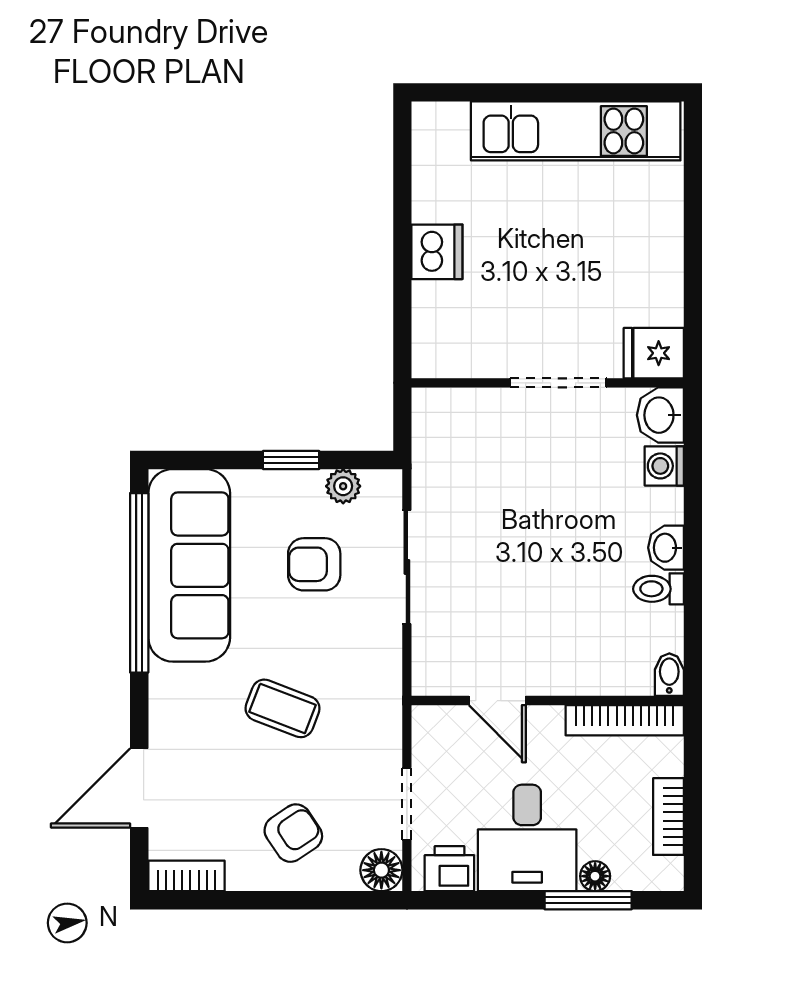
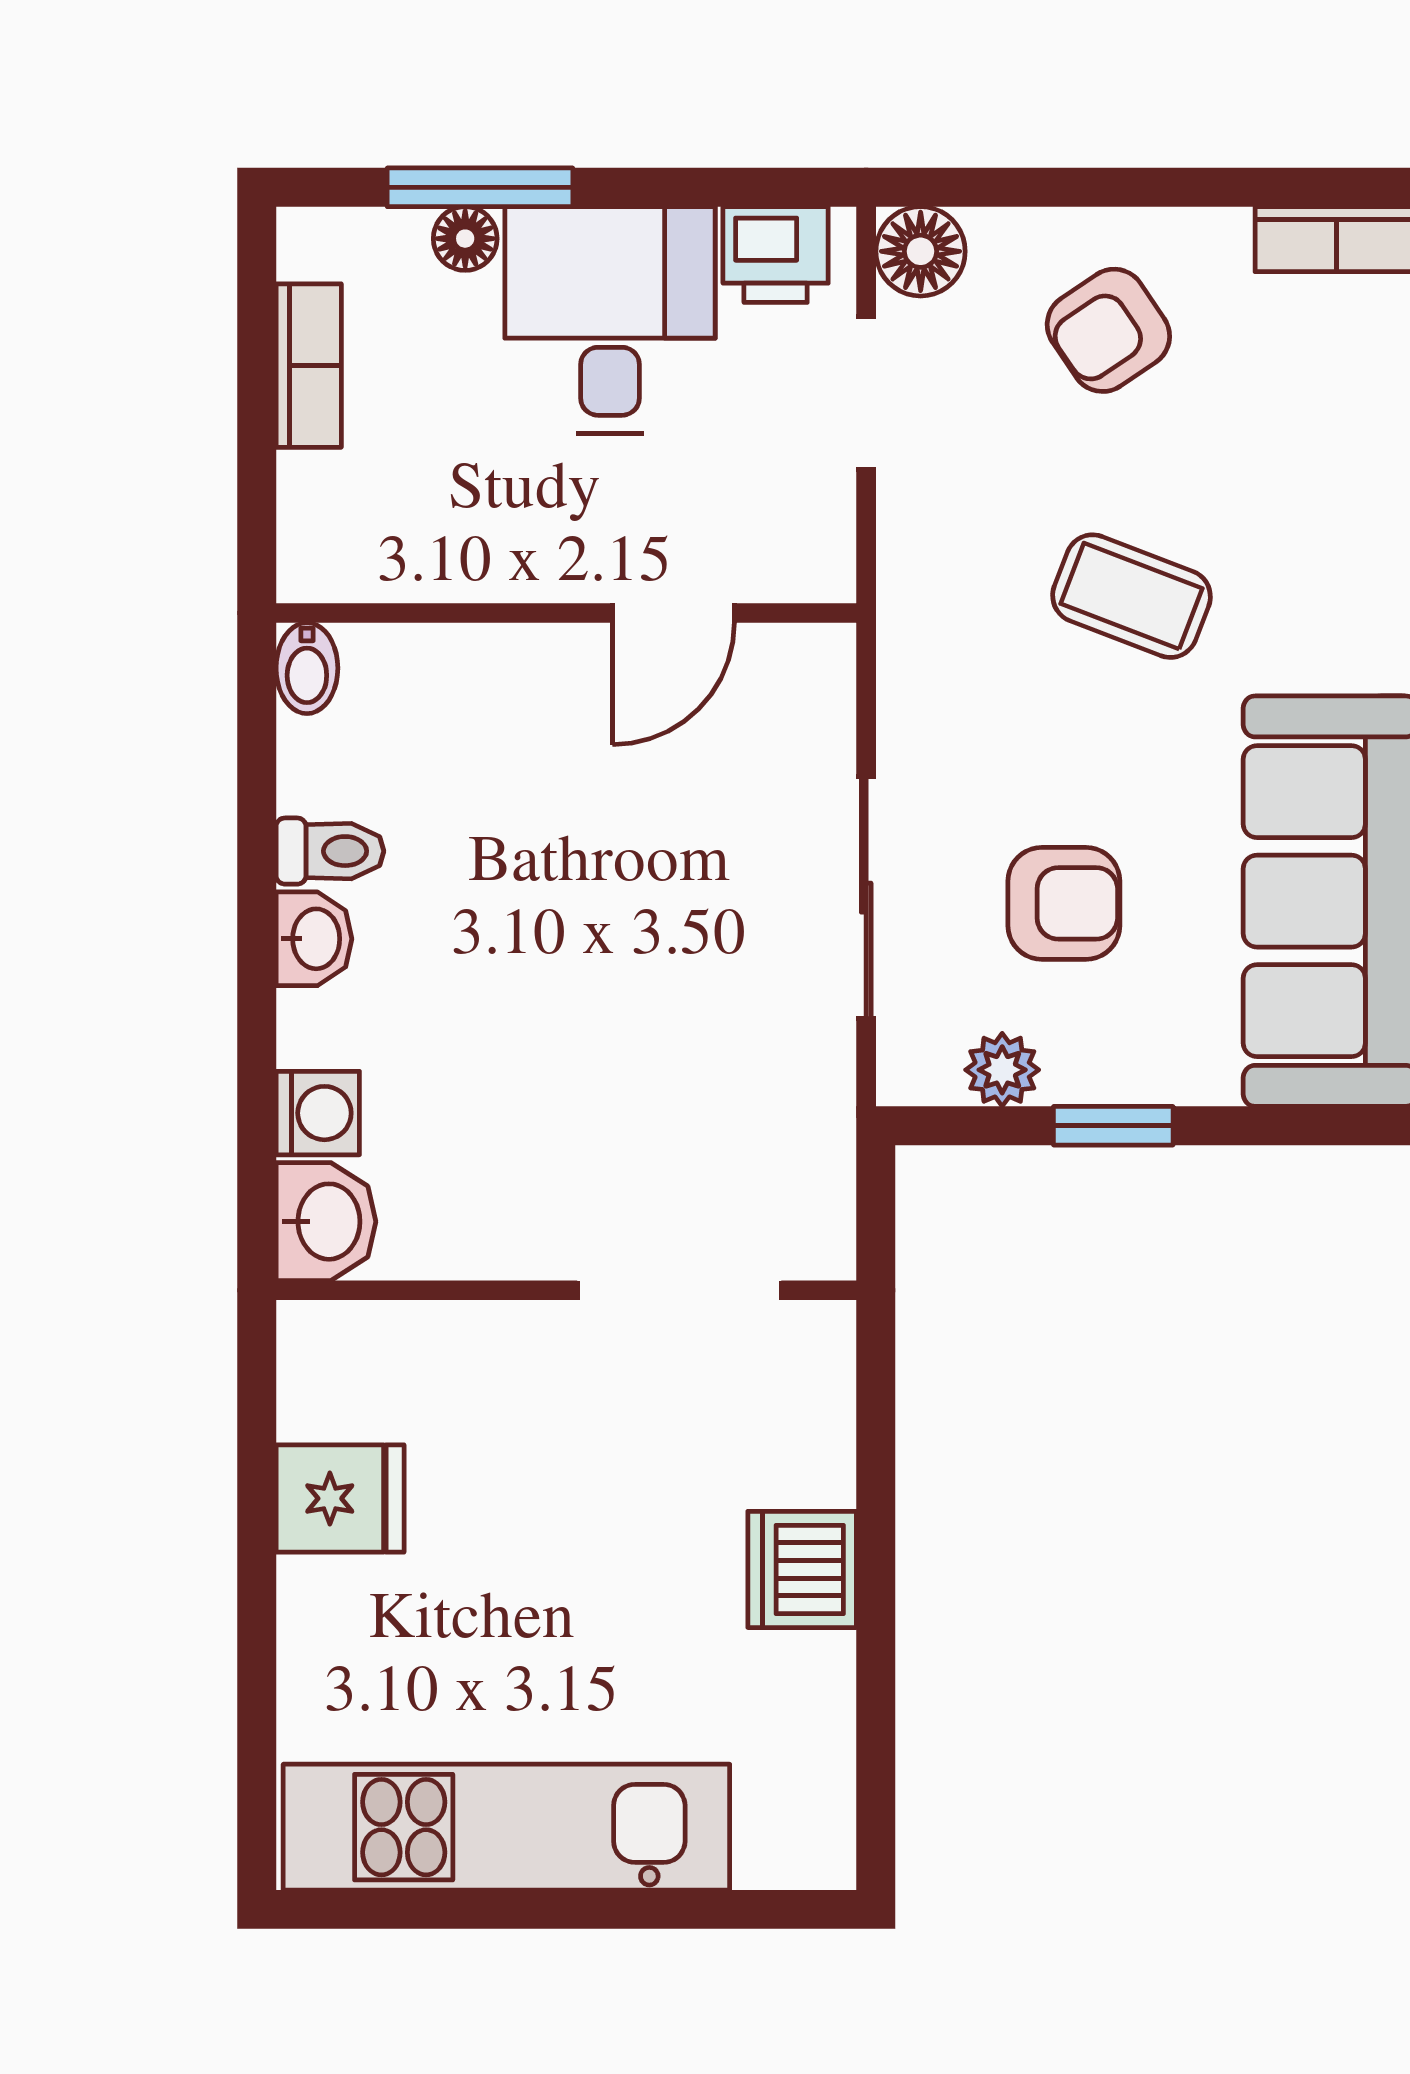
fridge: (654, 353) -> (340, 1498), moved
doorway: (558, 383) -> (679, 1290), moved
door: (497, 701) -> (673, 613), swing flipped
bookcase: (625, 720) -> (402, 571), removed

